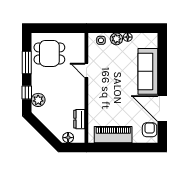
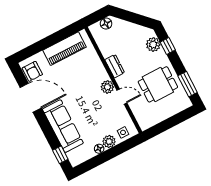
window: (162, 49) -> (60, 155), added
dining table: (49, 53) -> (158, 84), moved
window: (27, 62) -> (188, 84), moved
plant: (94, 85) -> (107, 87), added
dresser: (79, 119) -> (115, 66), moved

